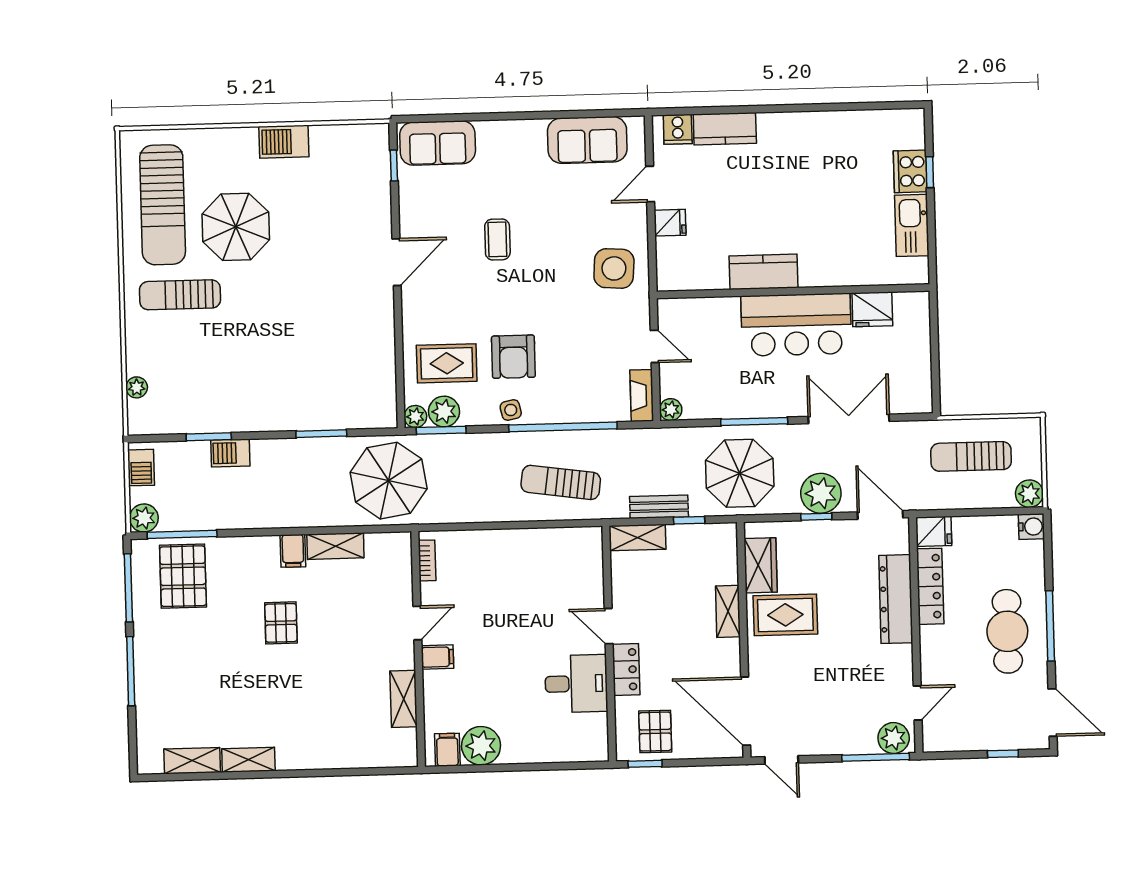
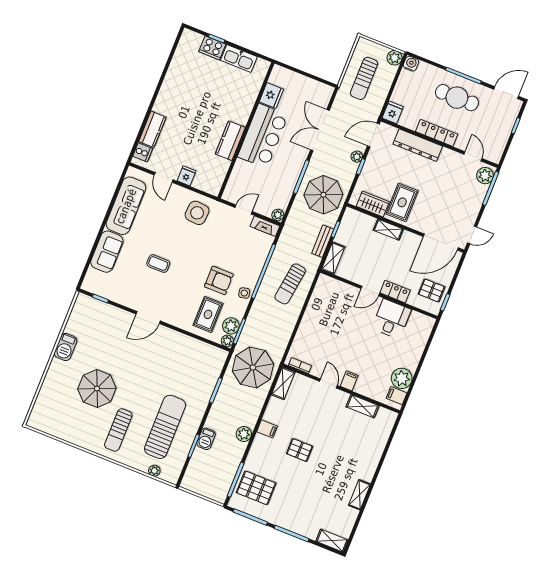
sofa: (587, 140) -> (126, 206), width x1.36
sofa: (438, 143) -> (107, 252), moved
sun lounger: (163, 205) -> (165, 427), moved, turned -90
door: (397, 262) -> (148, 318), swing flipped
barbecue: (141, 468) -> (194, 485), removed
plant: (821, 493) -> (357, 157), width x0.53, depth x0.53
plant: (144, 518) -> (244, 434), moved
shelving: (335, 546) -> (283, 383), moved
locker: (930, 586) -> (437, 133), moved
shelving: (192, 761) -> (332, 541), moved, turned 90

